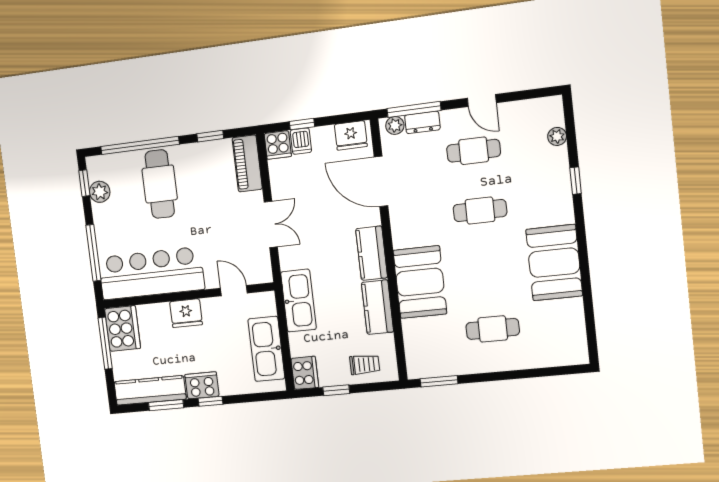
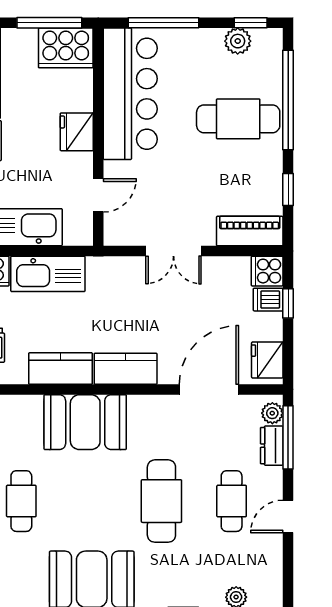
cafe table: (480, 211) -> (161, 501), width x1.37, depth x1.35
kitchen sink: (298, 301) -> (48, 274), moved

